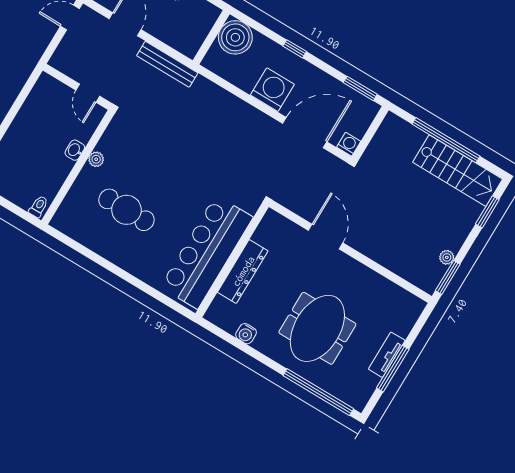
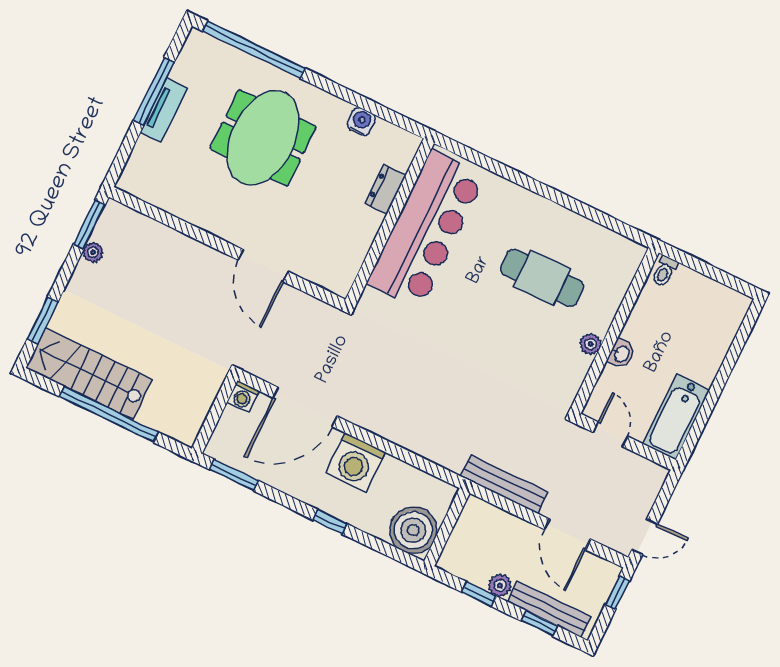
bathtub: (39, 101) -> (676, 417), added
dresser: (243, 271) -> (386, 189), width x0.51, depth x0.80

